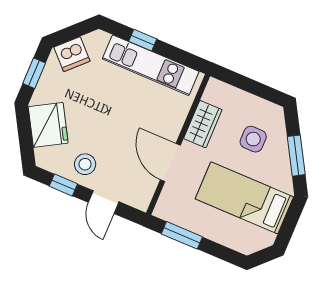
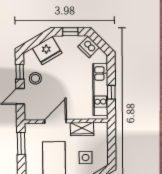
window: (143, 40) -> (111, 92), moved

